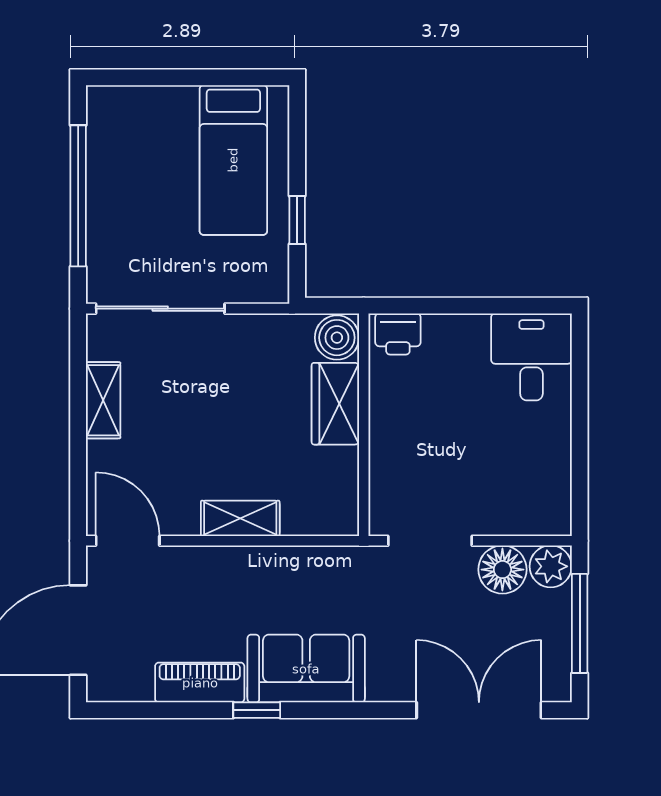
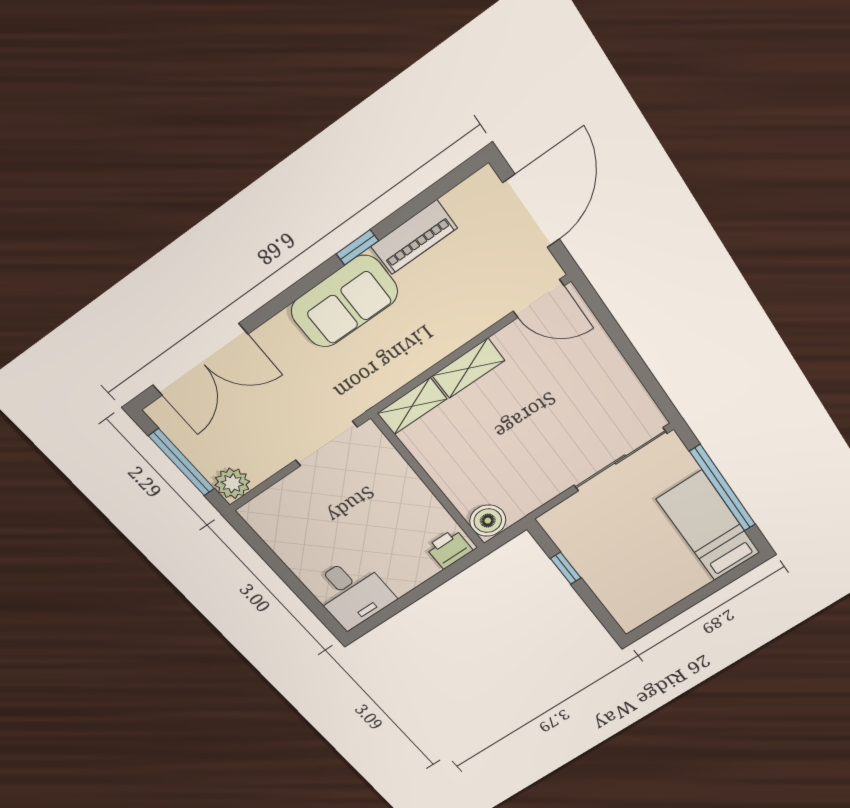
bed: (233, 160) -> (708, 526), moved
shelving: (103, 400) -> (412, 406), moved, turned 90
wardrobe: (335, 404) -> (458, 482), removed
floor lamp: (502, 570) -> (262, 459), removed

